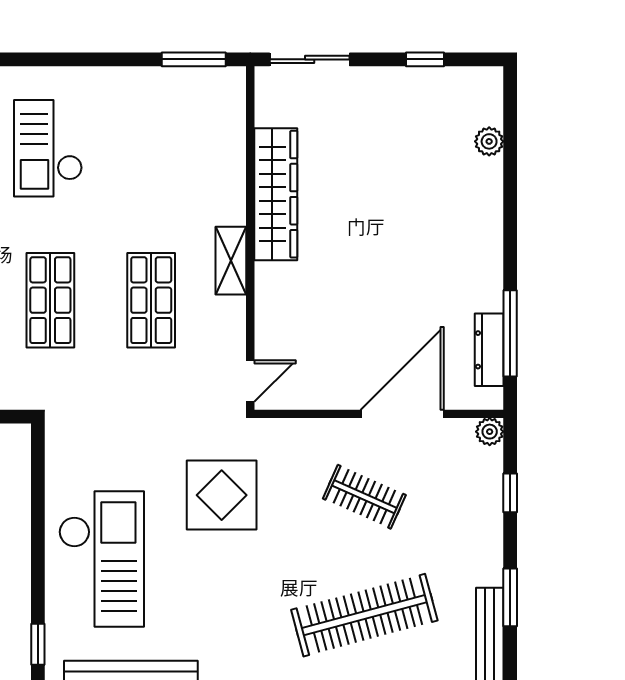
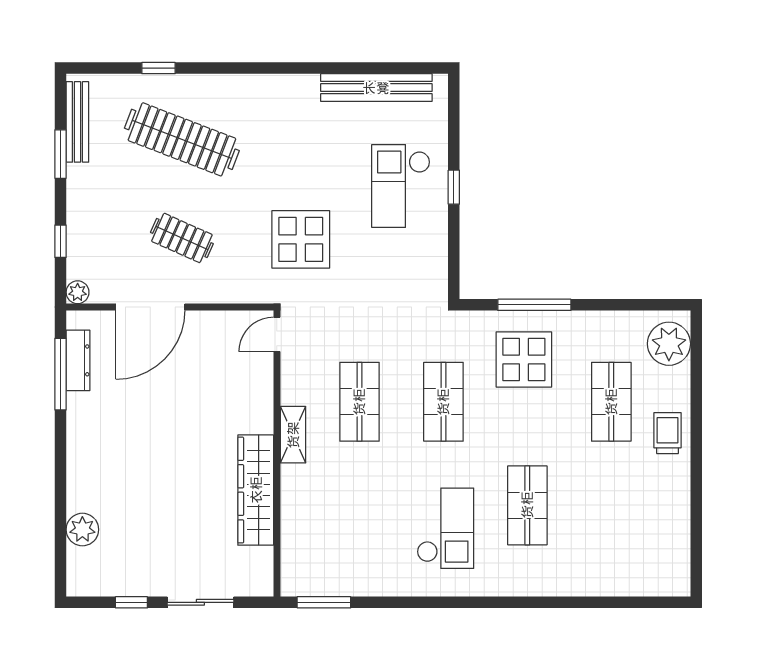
sliding door: (310, 59) -> (200, 602), moved
plant: (489, 141) -> (82, 530), width x1.38, depth x1.38
checkout: (101, 559) -> (401, 186), width x0.73, depth x0.83
clothes rail: (364, 615) -> (182, 139), turned 36
window: (38, 644) -> (454, 187), moved

